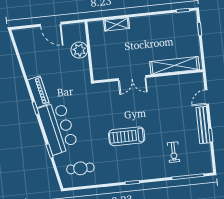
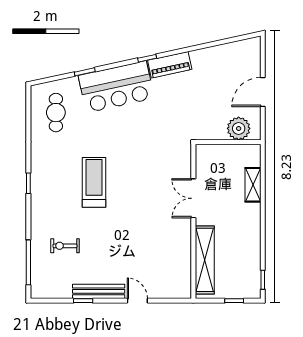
plant: (79, 50) -> (239, 128), moved
shelving: (175, 65) -> (205, 260), moved
wall: (148, 76) -> (193, 221), moved
double door: (132, 78) -> (193, 198), moved

